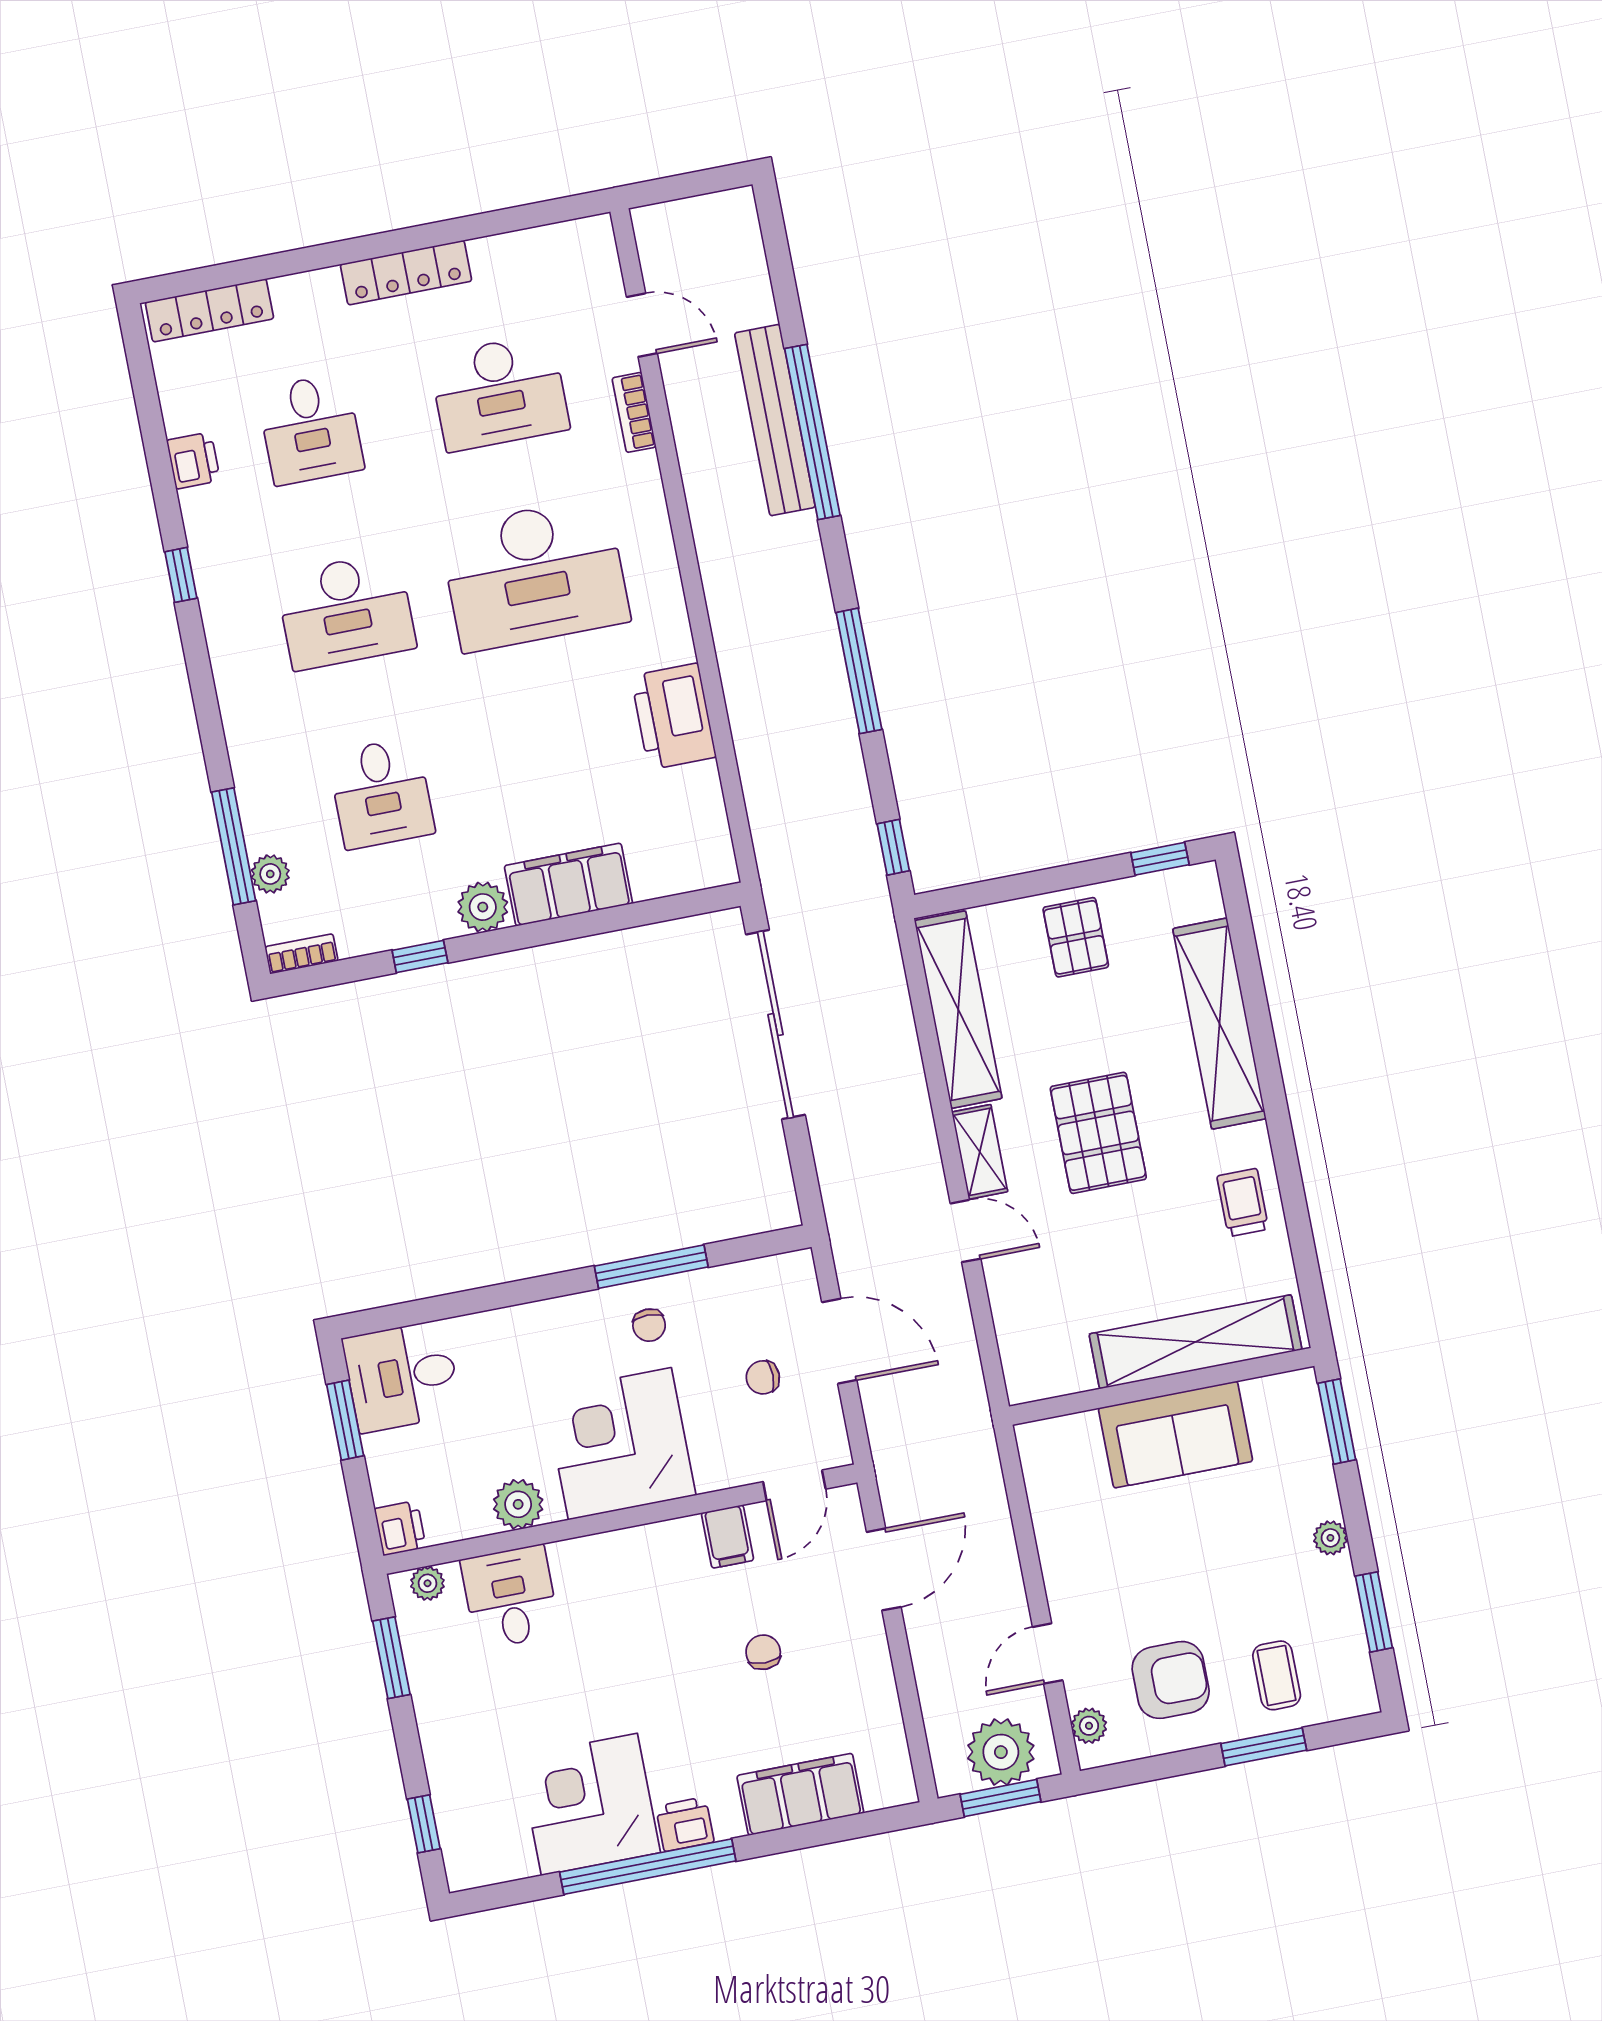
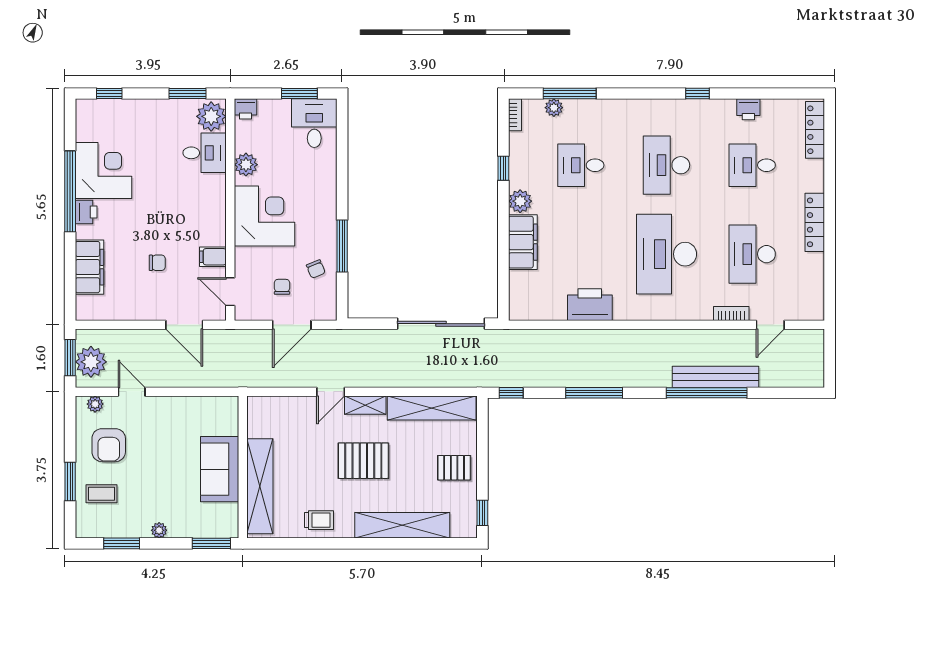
chair: (649, 1325) -> (316, 269), moved, turned -112
plant: (427, 1583) -> (211, 116), width x1.88, depth x1.88

